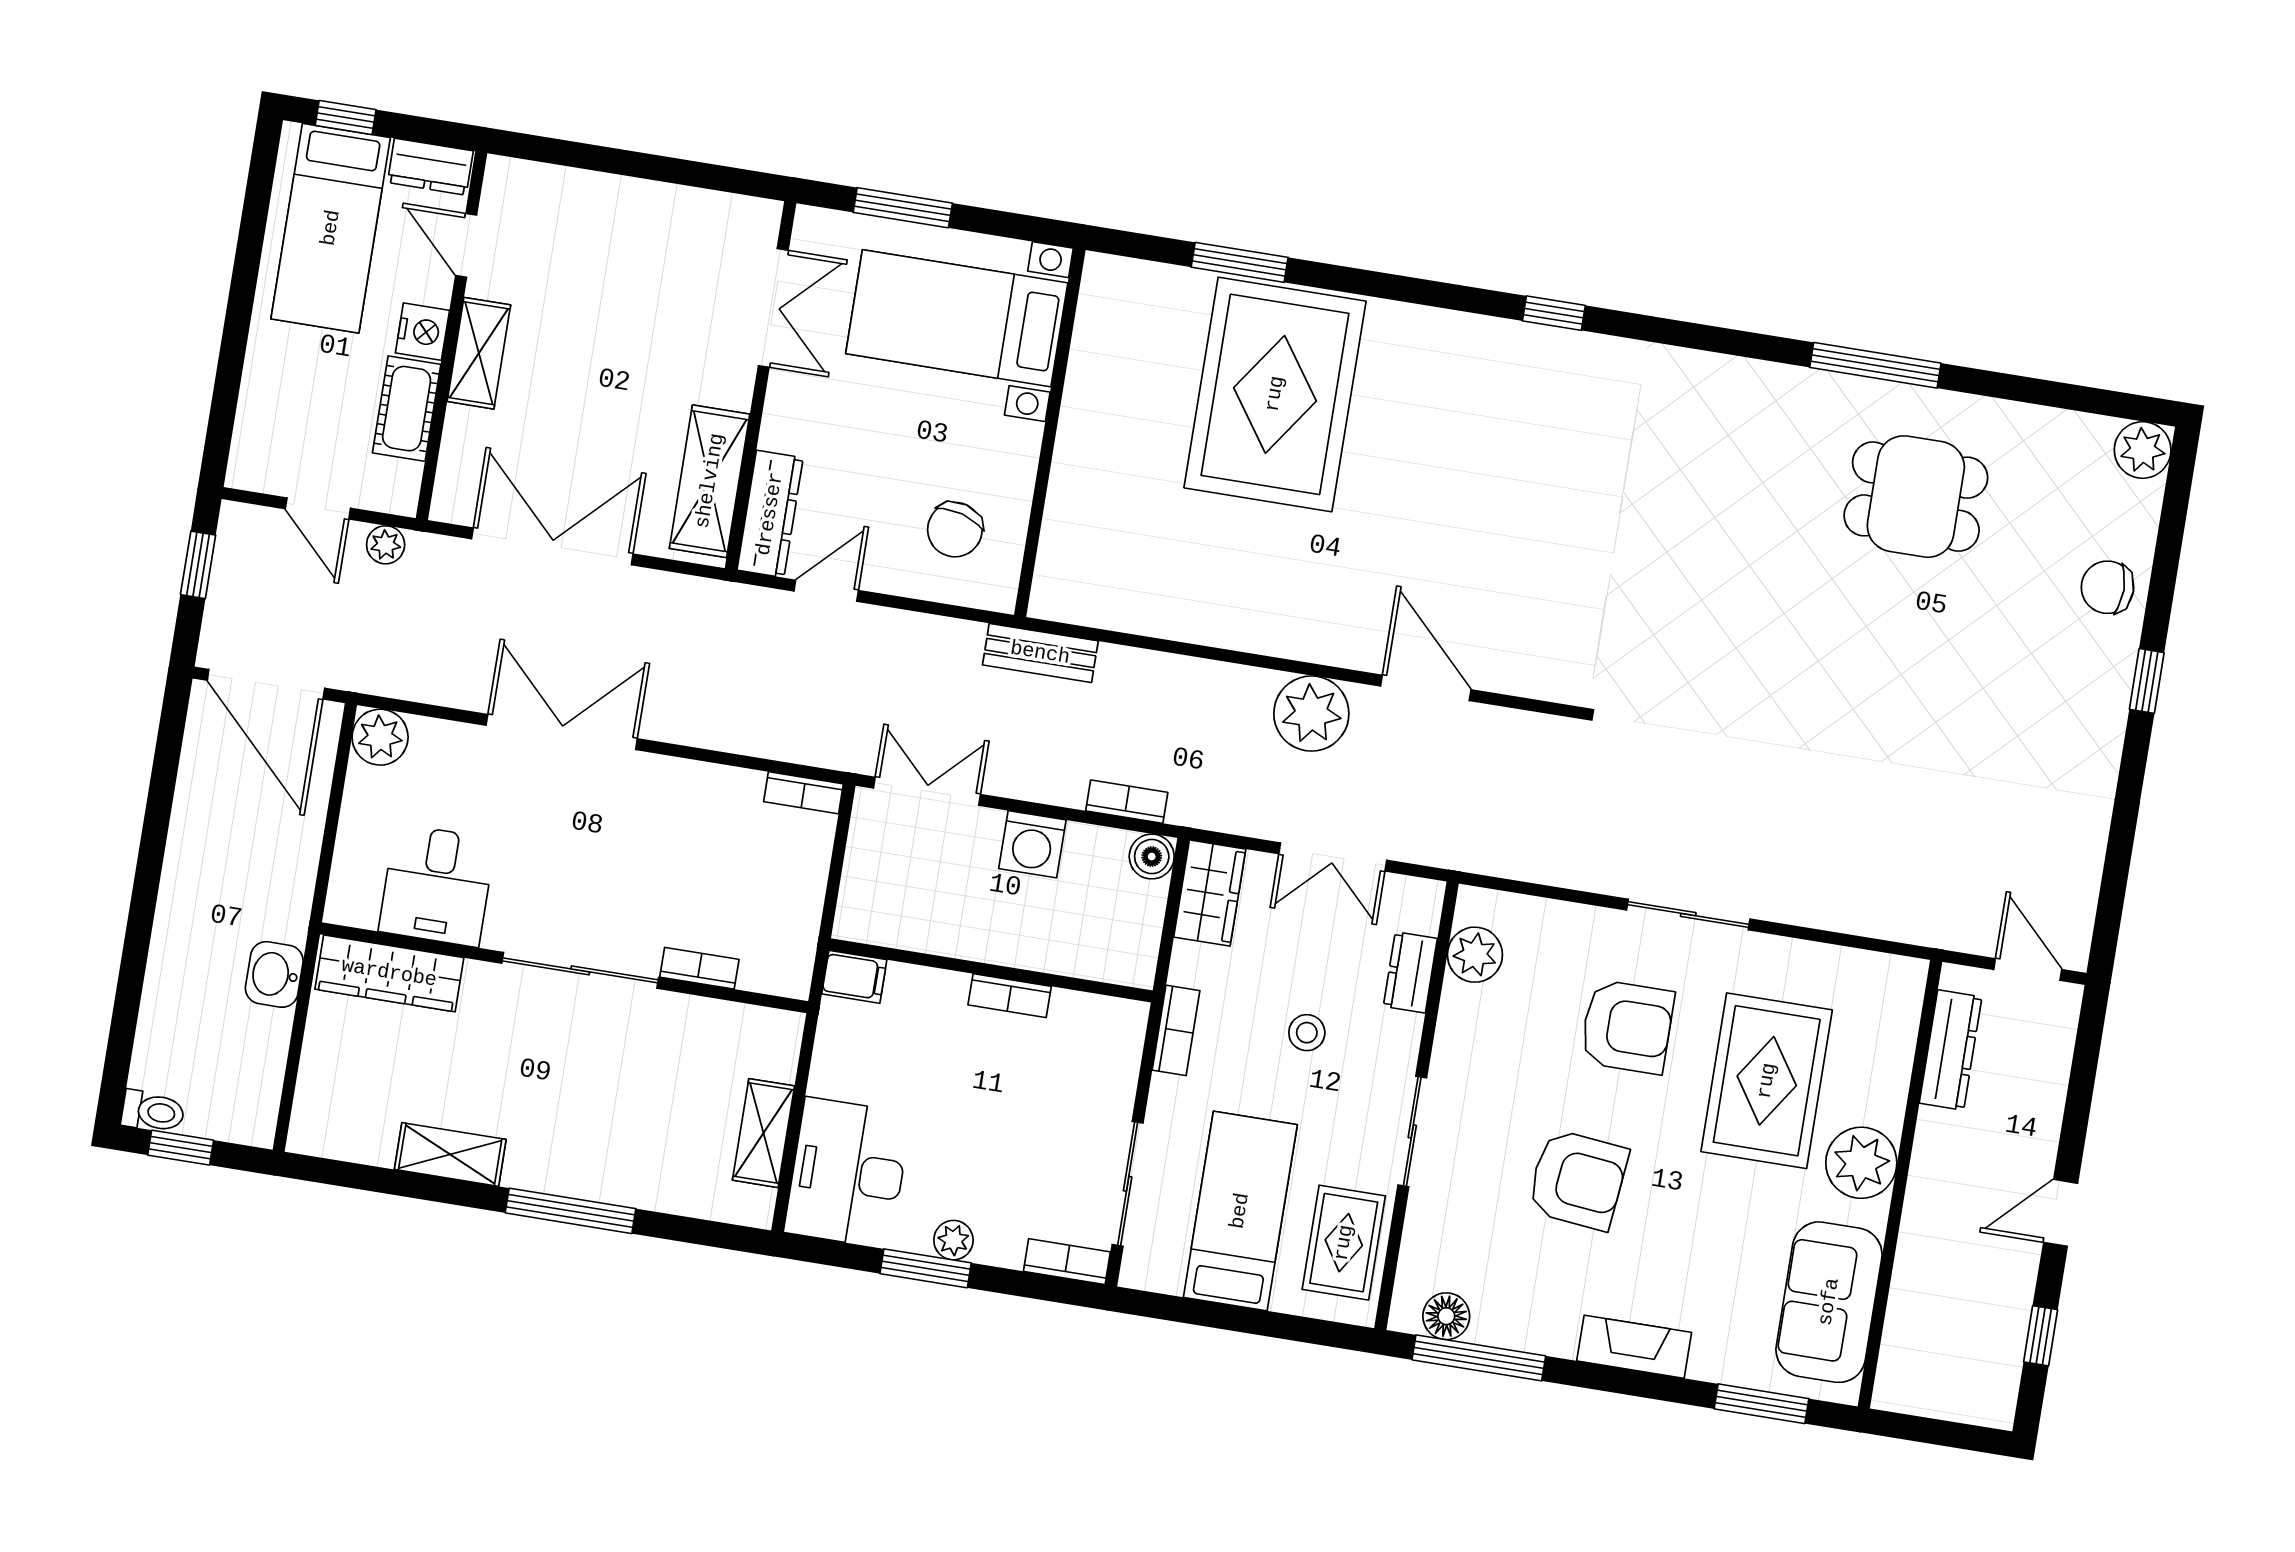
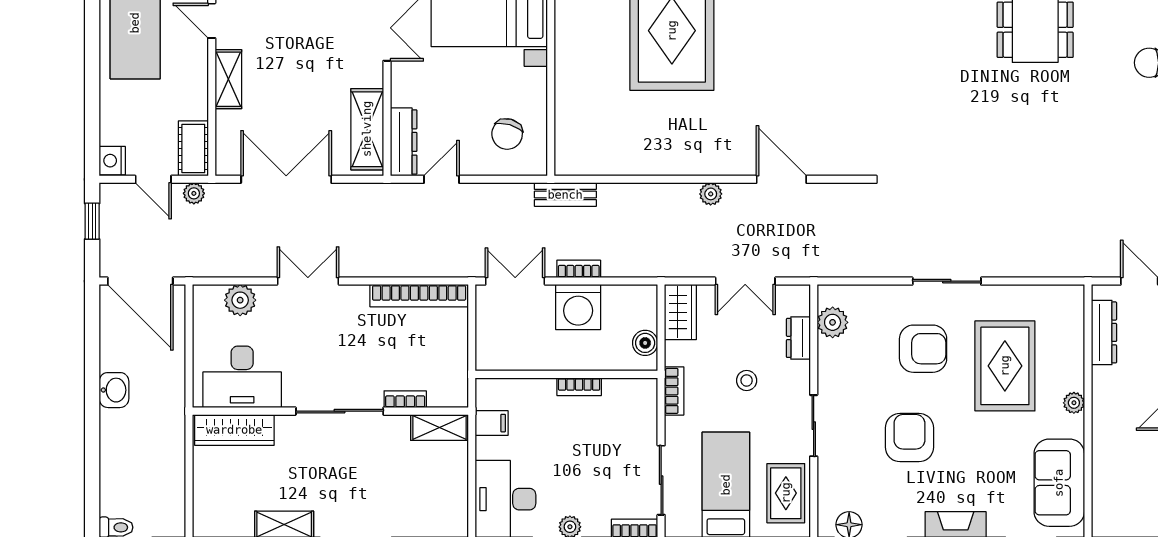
nightstand: (422, 332) -> (112, 161), moved, turned 180
cot: (407, 409) -> (193, 148), moved
plant: (1311, 714) -> (711, 194), width x0.53, depth x0.53
double door: (562, 732) -> (308, 281), width x0.73
plant: (380, 737) -> (240, 300), moved
bookcase: (804, 793) -> (419, 296), width x2.31, depth x1.31
bookcase: (1127, 802) -> (579, 269), moved
washing machine: (1032, 844) -> (578, 307), width x1.37, depth x1.37
boiler: (1152, 857) -> (645, 343), moved
desk: (437, 885) -> (242, 377), width x1.37
washbasin: (274, 974) -> (114, 390), moved, turned 180
filing cabinet: (854, 977) -> (492, 423), moved
shelving: (763, 1133) -> (439, 427), moved, turned 90
plant: (1861, 1163) -> (1074, 403), width x0.53, depth x0.53
armchair: (1578, 1180) -> (909, 438), turned -96

